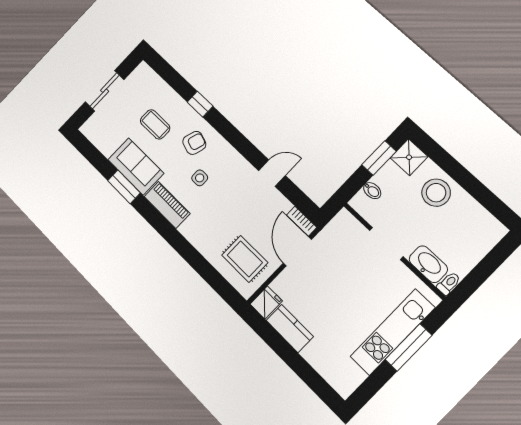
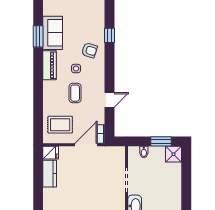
coffee table: (155, 124) -> (75, 93), moved
door: (272, 173) -> (110, 100), hinge flipped
stool: (436, 193) -> (169, 180), removed
rug: (245, 259) -> (60, 125), turned 90

